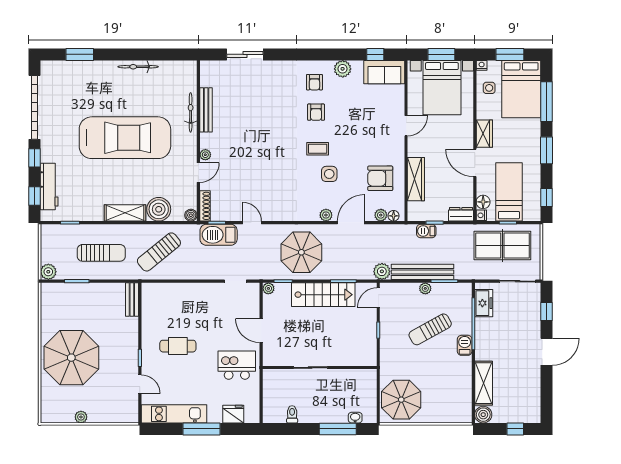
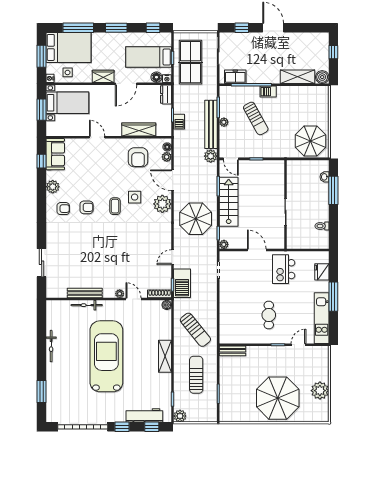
bed with nightstands: (442, 88) -> (67, 103), width x0.73
boiler: (159, 209) -> (162, 330), removed
plant: (326, 215) -> (162, 204), width x1.87, depth x1.87
plant: (48, 272) -> (180, 416), moved
door: (261, 331) -> (257, 250), swing flipped
plant: (81, 417) -> (320, 391), width x1.88, depth x1.88

